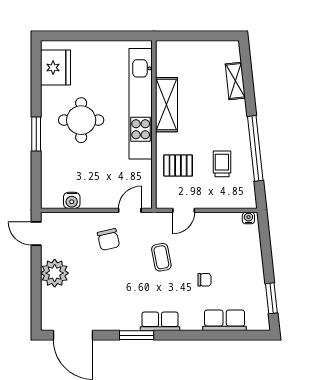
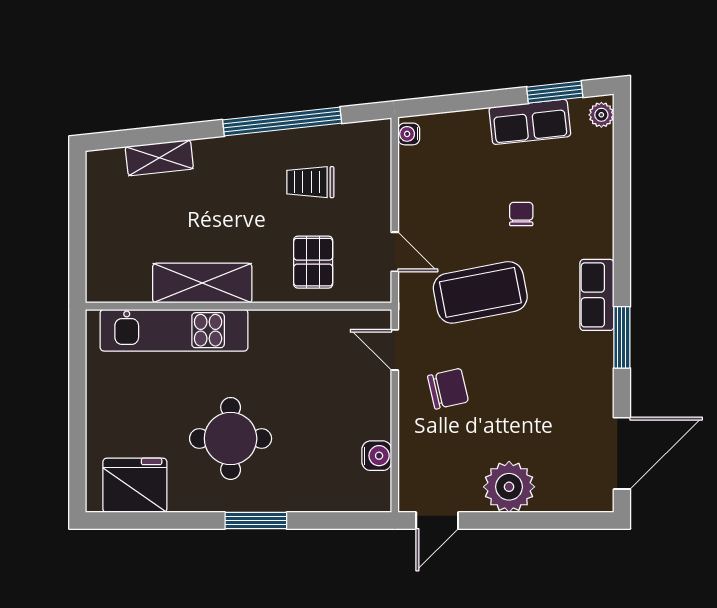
kitchen unit: (141, 104) -> (174, 330), width x0.73
coffee table: (161, 257) -> (480, 292), width x1.86, depth x1.72
row of seats: (225, 320) -> (530, 122), moved, turned -96
plant: (259, 324) -> (601, 115), added

